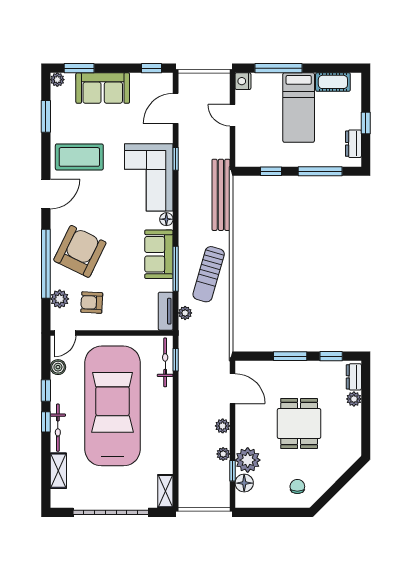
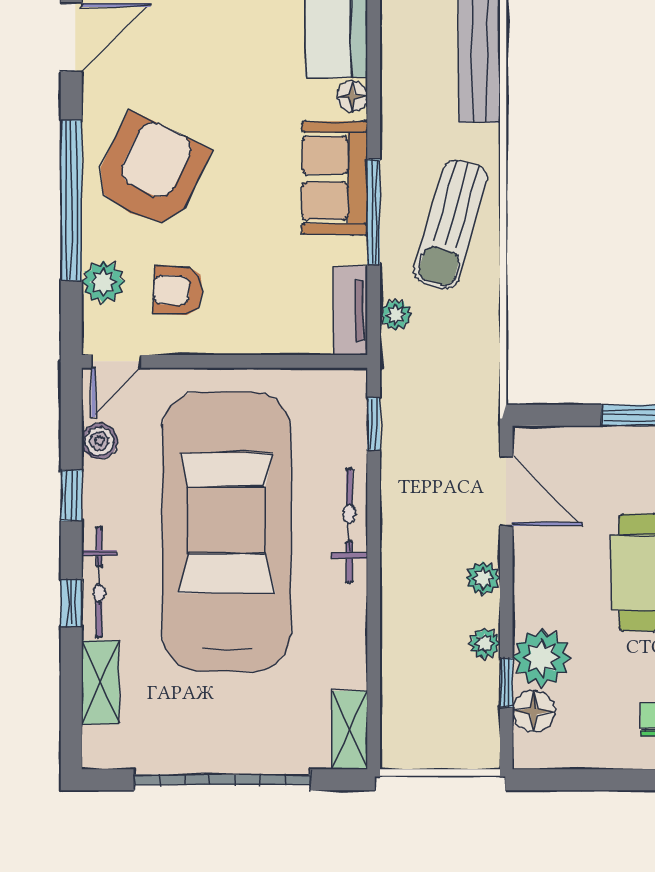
bicycle: (165, 362) -> (349, 525), moved
window: (46, 422) -> (71, 603), moved

